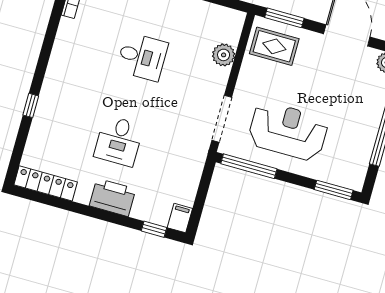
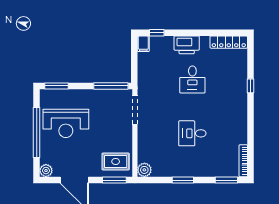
plant: (224, 55) -> (144, 170), moved
reception desk: (288, 131) -> (66, 123), moved
desk: (119, 141) -> (192, 79), turned 180

